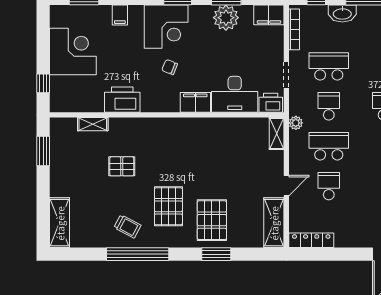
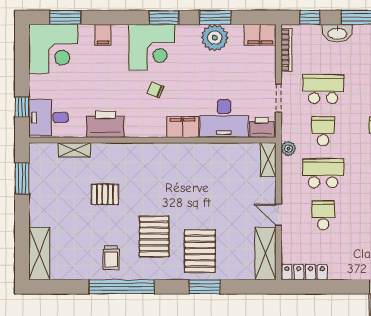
corner desk: (73, 52) -> (53, 49), moved, turned 90
desk: (68, 93) -> (48, 118), added
door: (286, 186) -> (278, 215), swing flipped
trolley: (127, 226) -> (111, 258), turned 62

